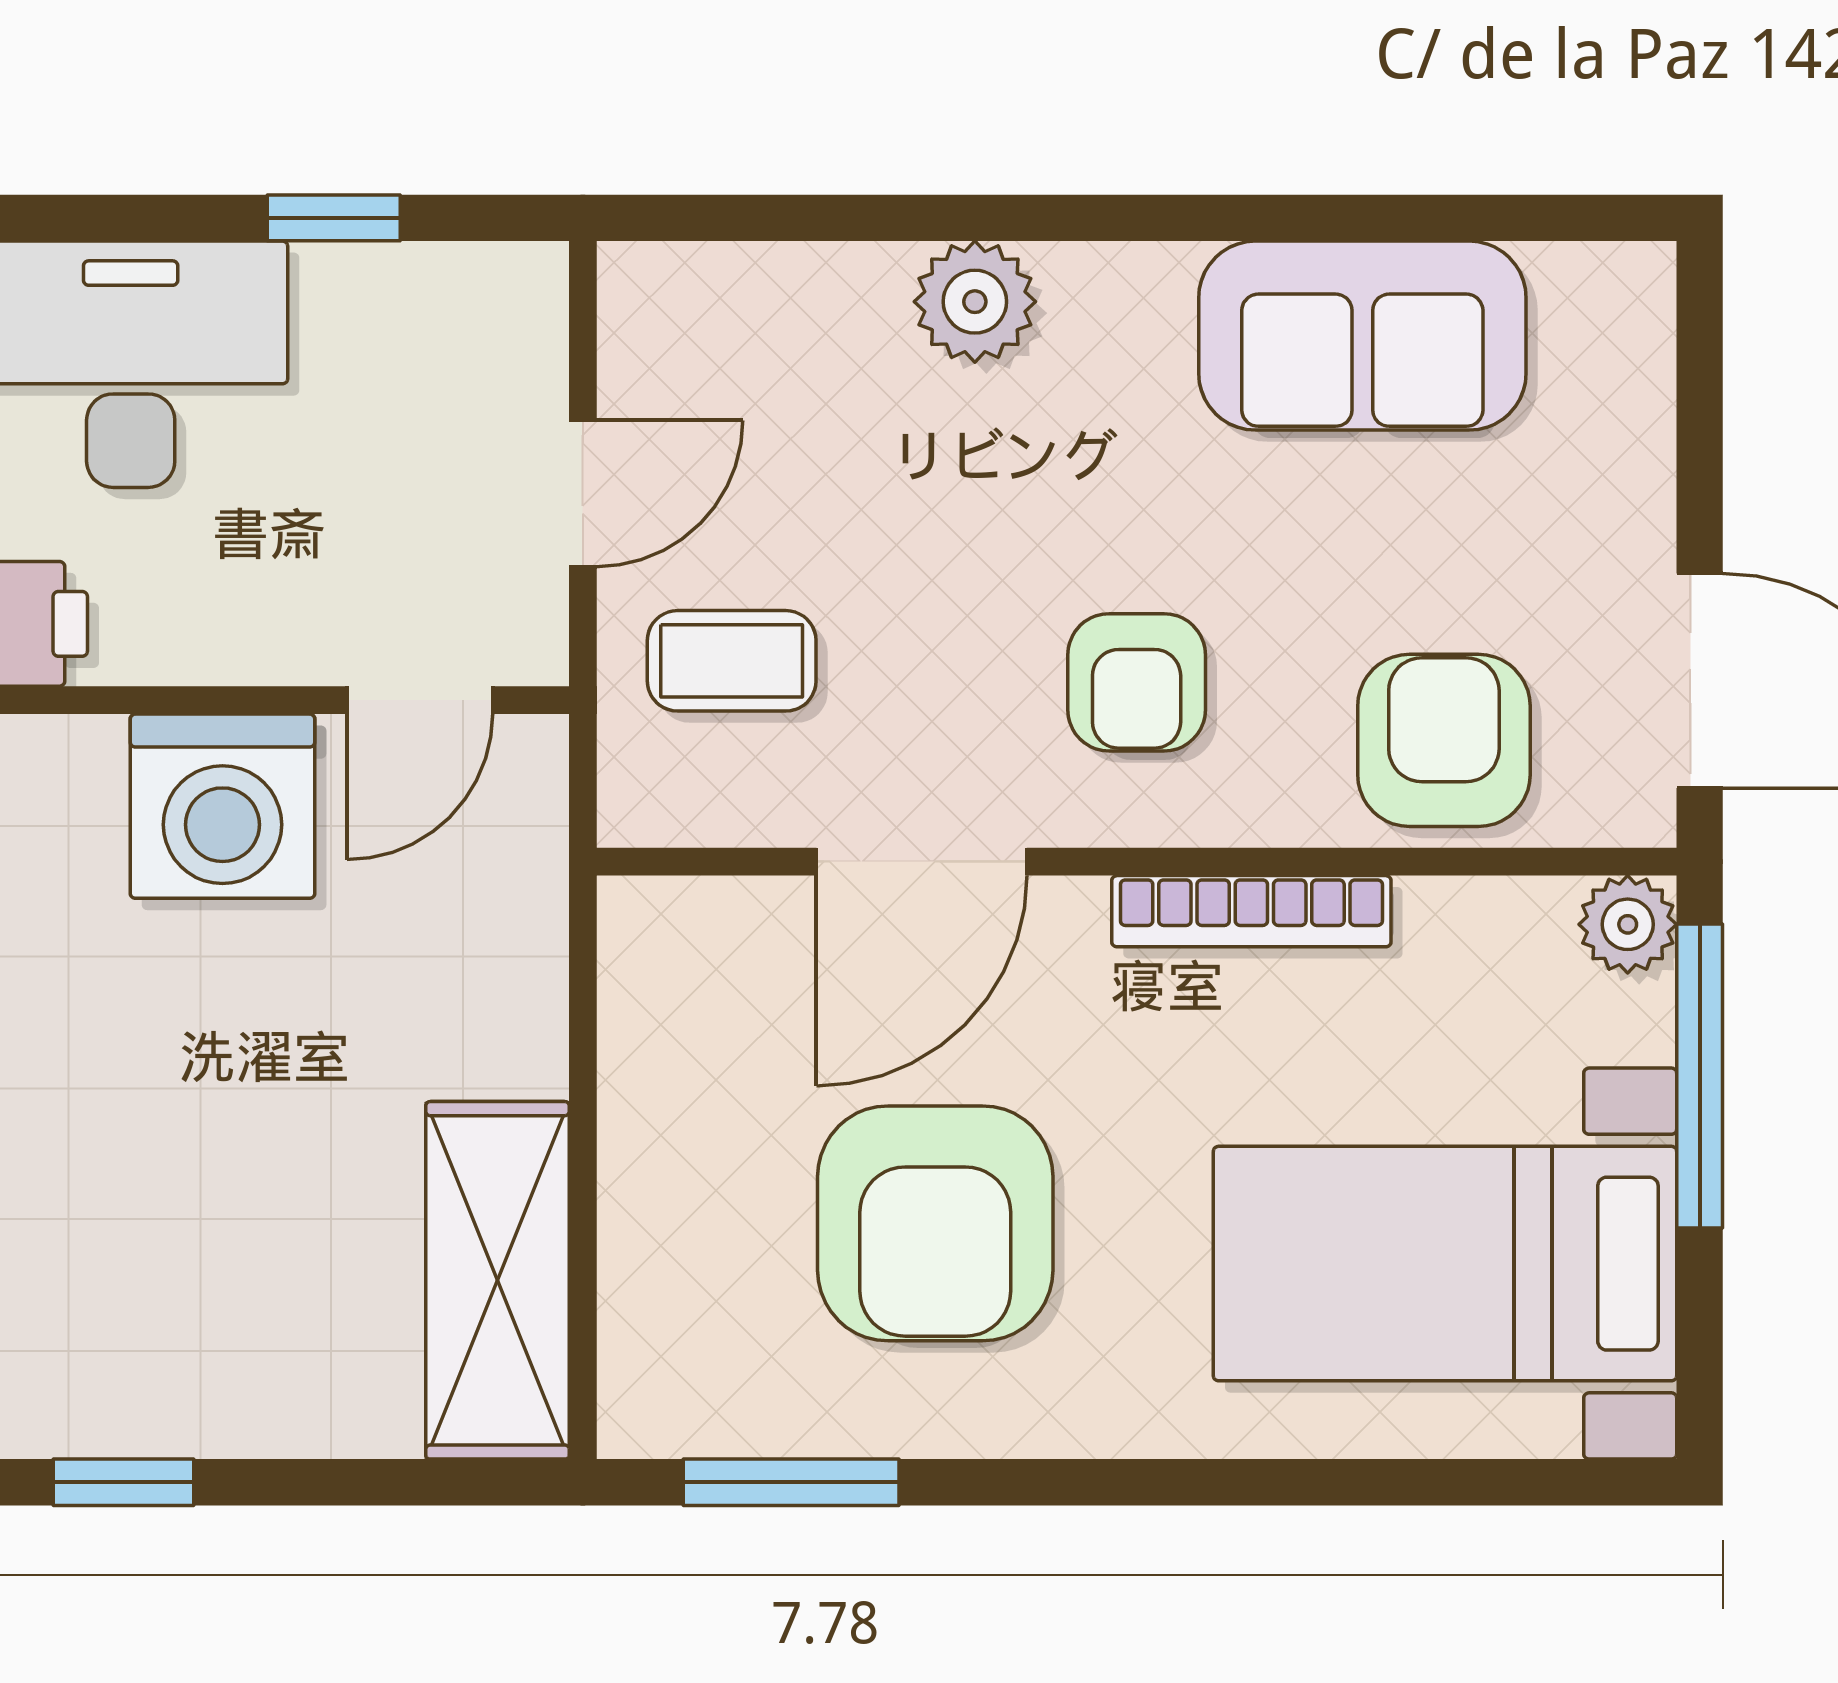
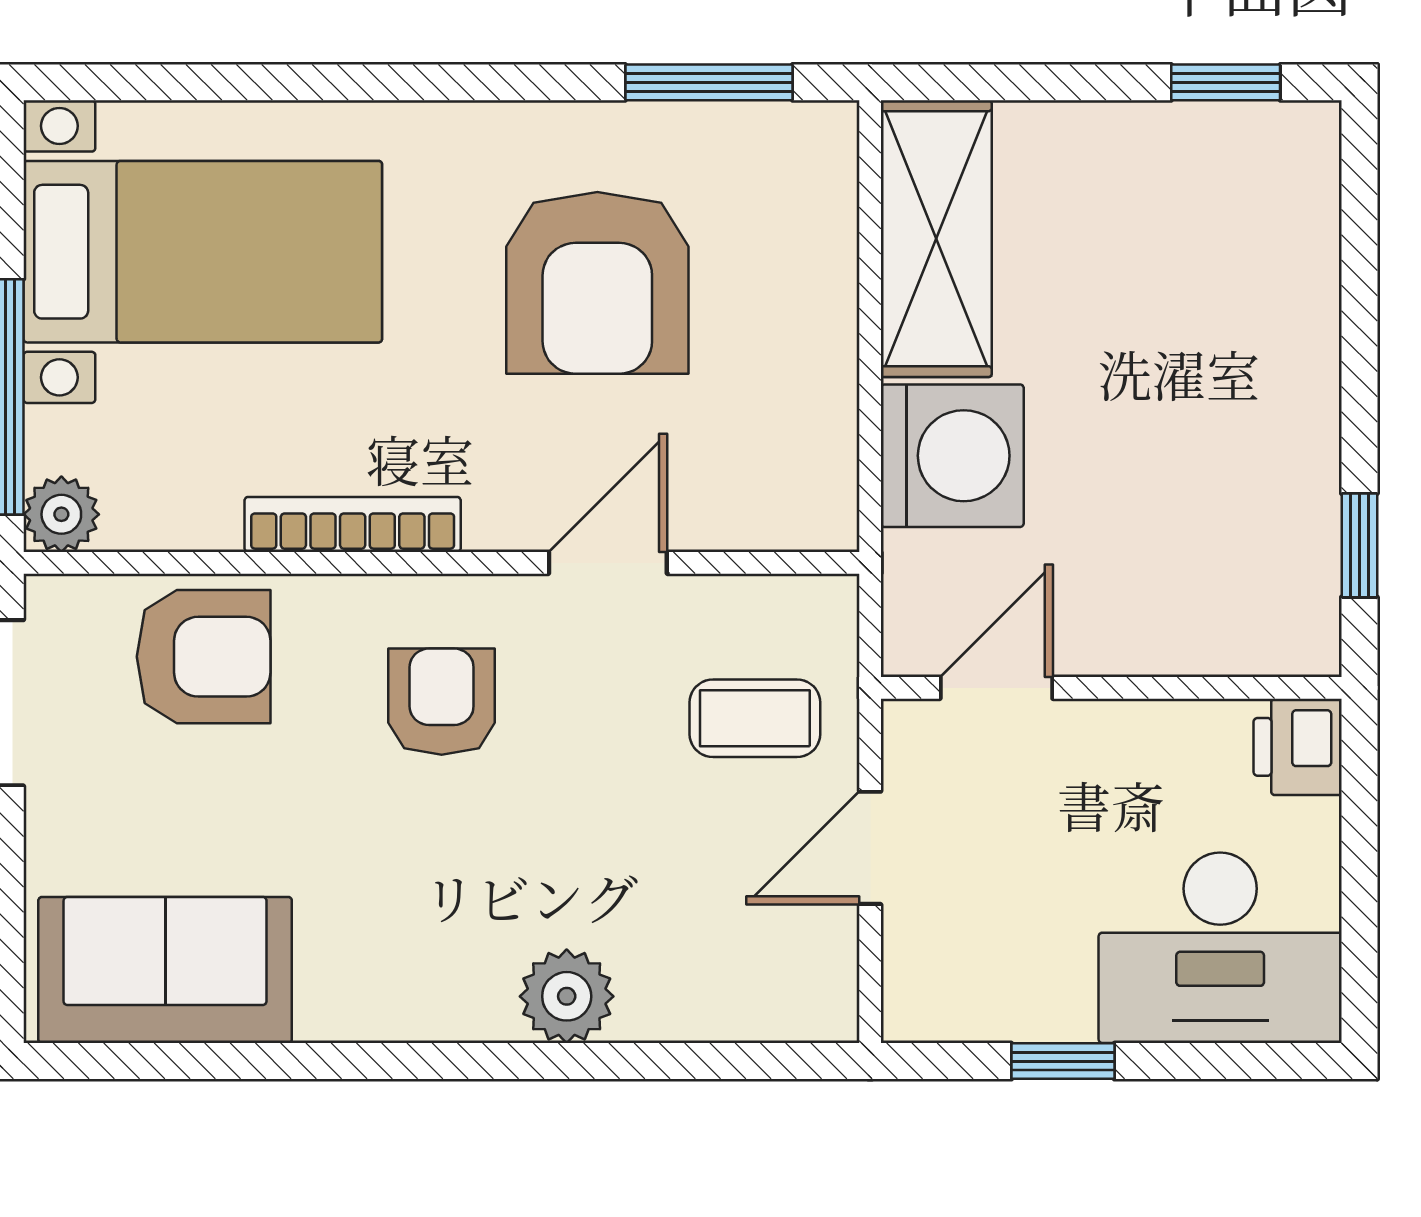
sofa: (1362, 336) -> (165, 970), moved
armchair: (1444, 740) -> (204, 657), turned -90
washing machine: (222, 806) -> (952, 456), moved, turned 90
door: (922, 862) -> (608, 563), width x0.73
armchair: (935, 1223) -> (597, 283), turned 180

